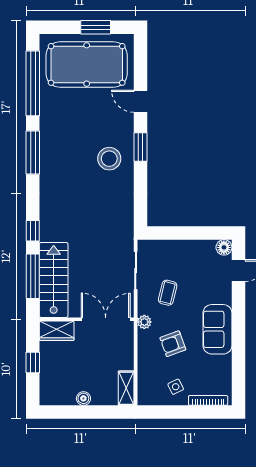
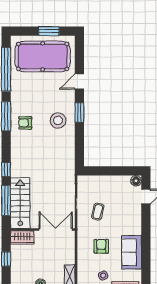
door: (141, 101) -> (79, 81), hinge flipped
armchair: (61, 162) -> (25, 123), added
plant: (144, 322) -> (82, 231), removed
sofa: (217, 329) -> (132, 252), moved
armchair: (173, 344) -> (101, 246), turned 110

